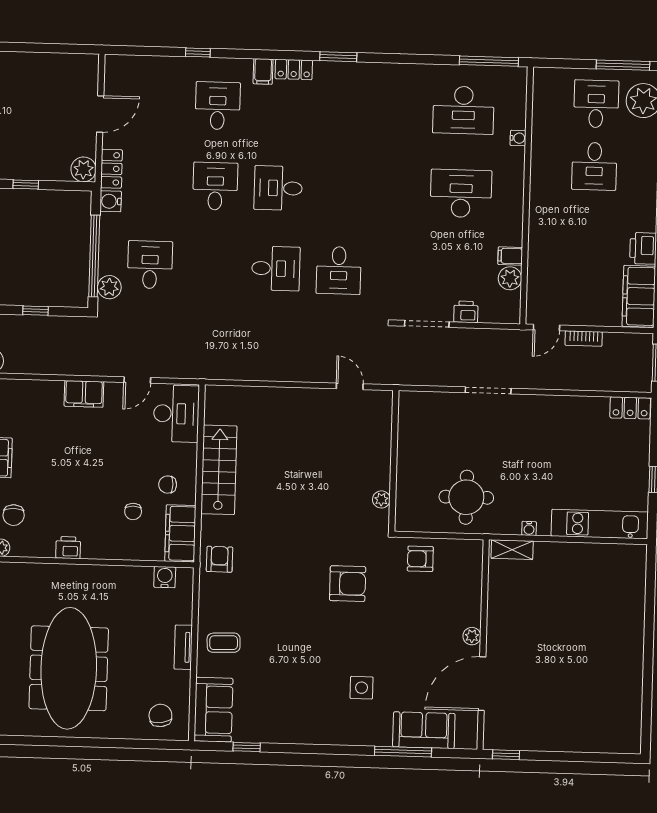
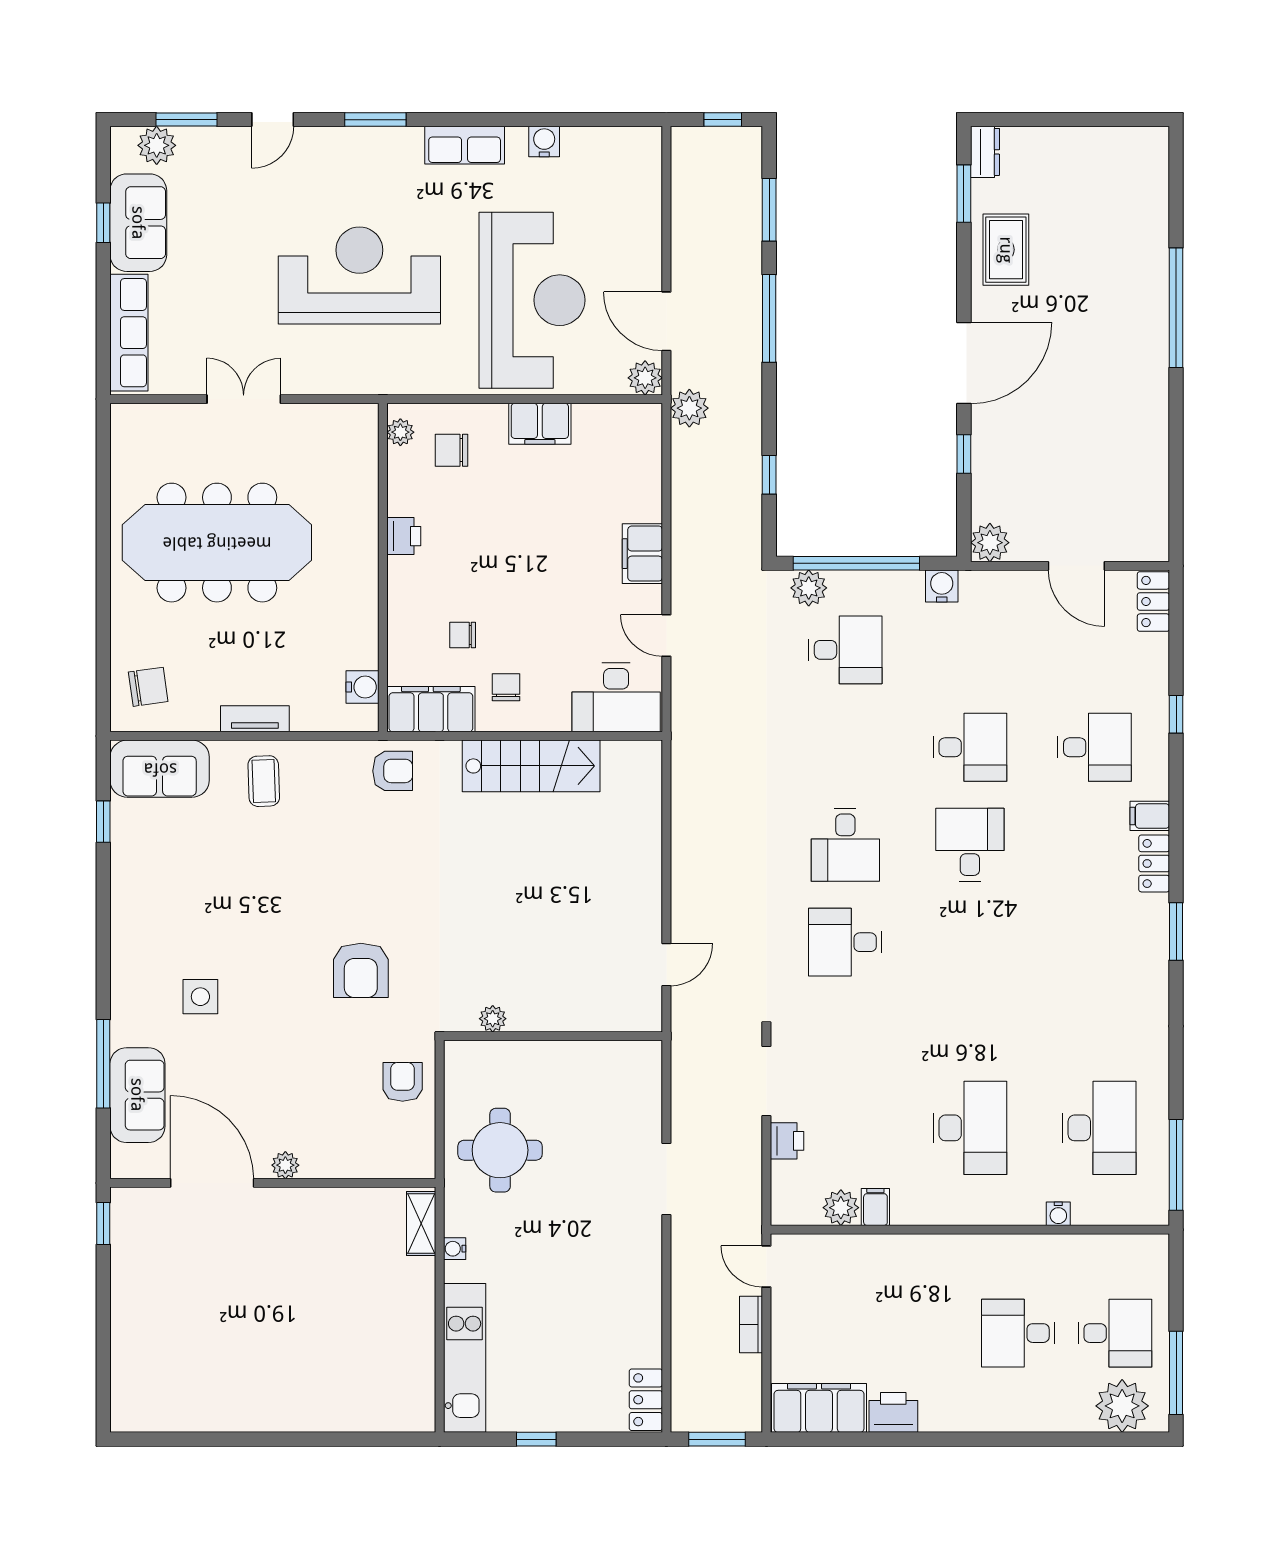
desk: (463, 110) -> (1099, 1128), turned 180
locker: (111, 169) -> (1153, 601), moved, turned 90

